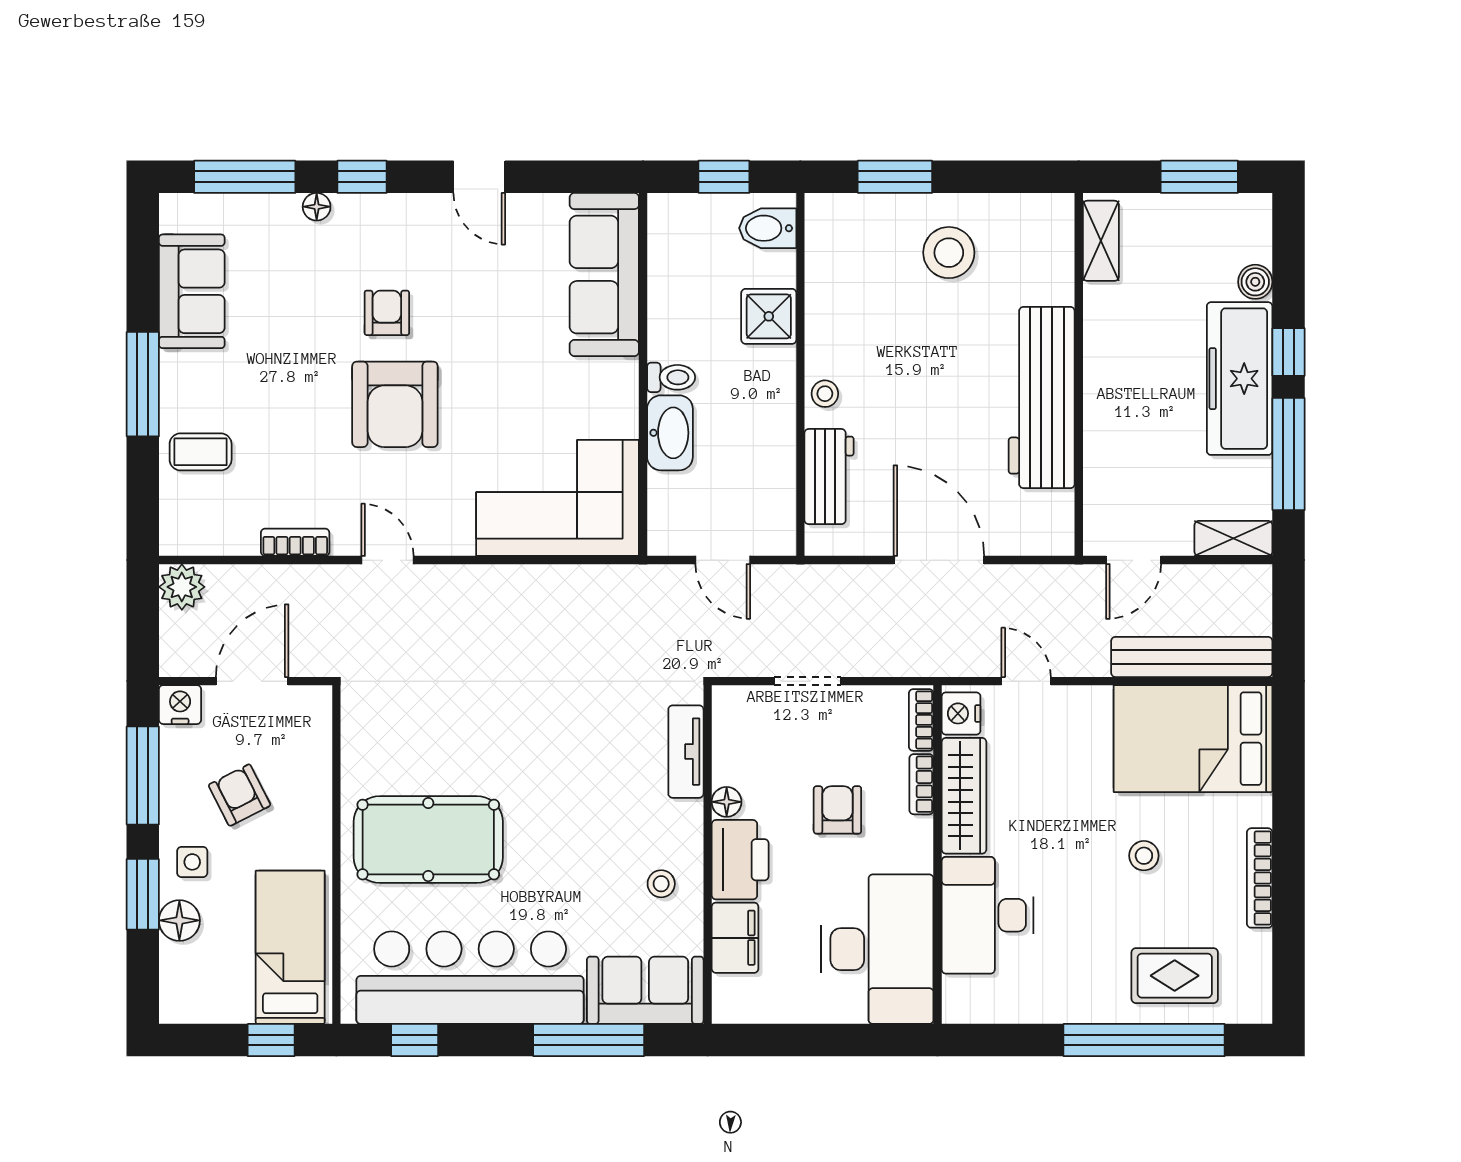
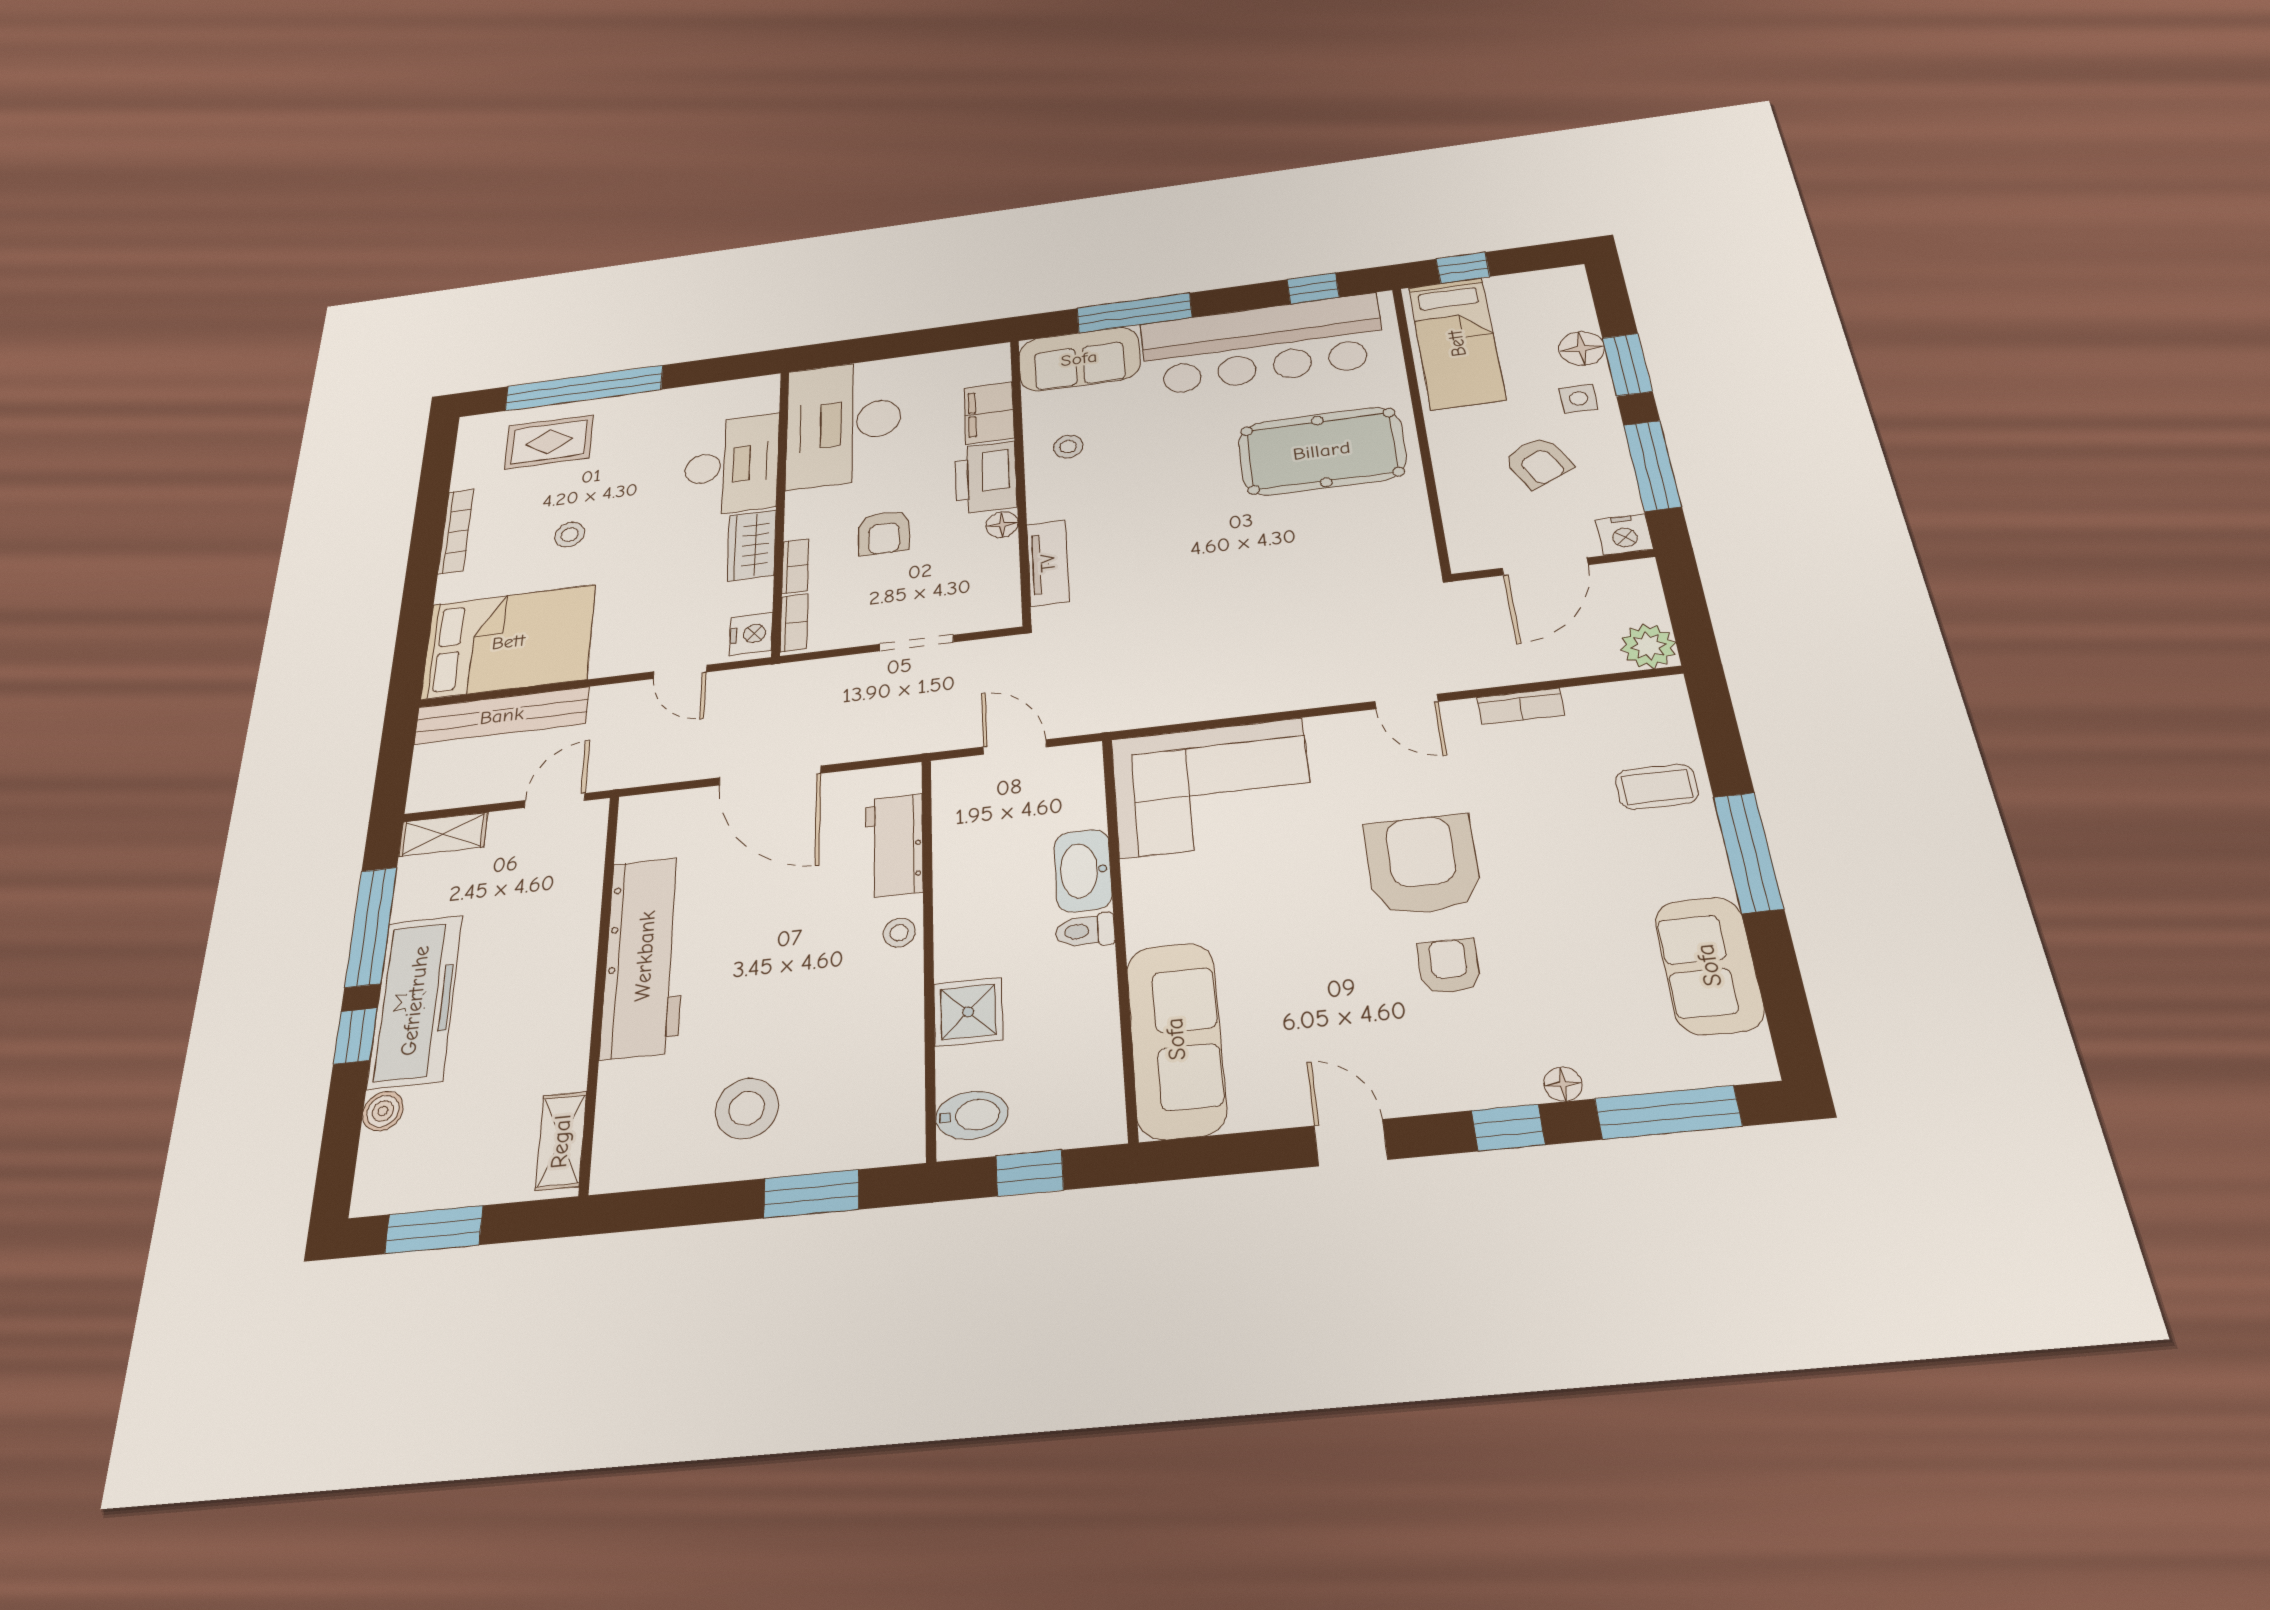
armchair: (387, 313) -> (1449, 966), turned 180
wardrobe: (964, 796) -> (752, 545), width x0.67

